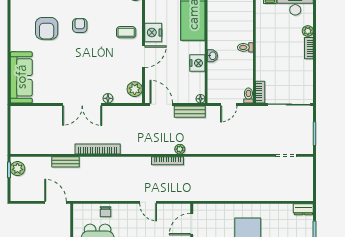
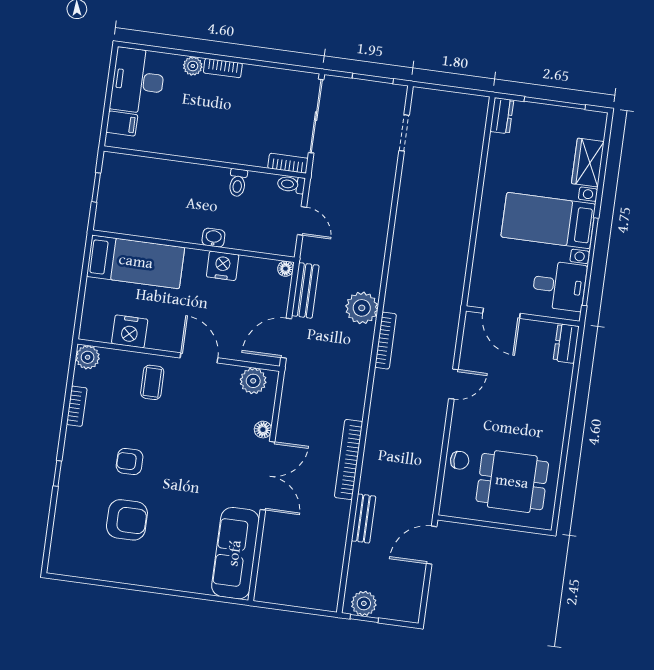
nightstand: (153, 33) -> (130, 331), moved
toilet: (245, 47) -> (238, 183), moved
sofa: (21, 77) -> (235, 553), moved, turned -90
plant: (180, 149) -> (362, 308), width x1.88, depth x1.88

